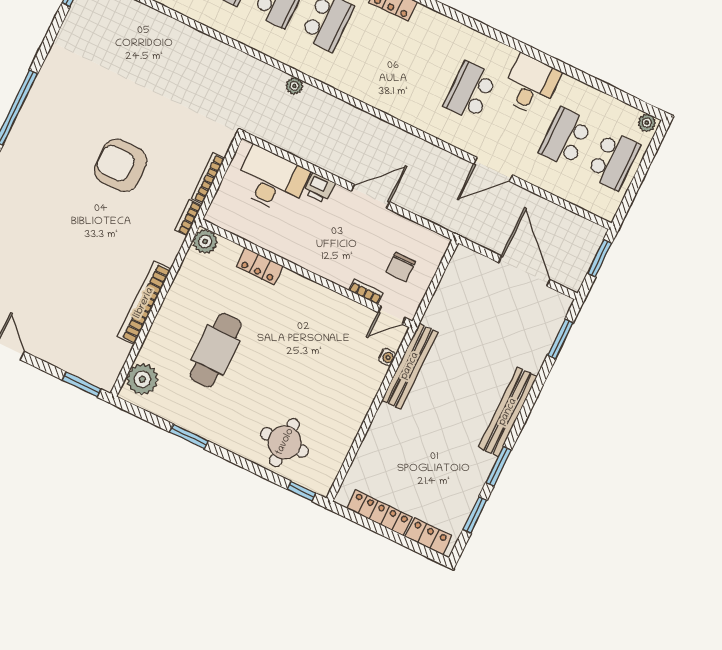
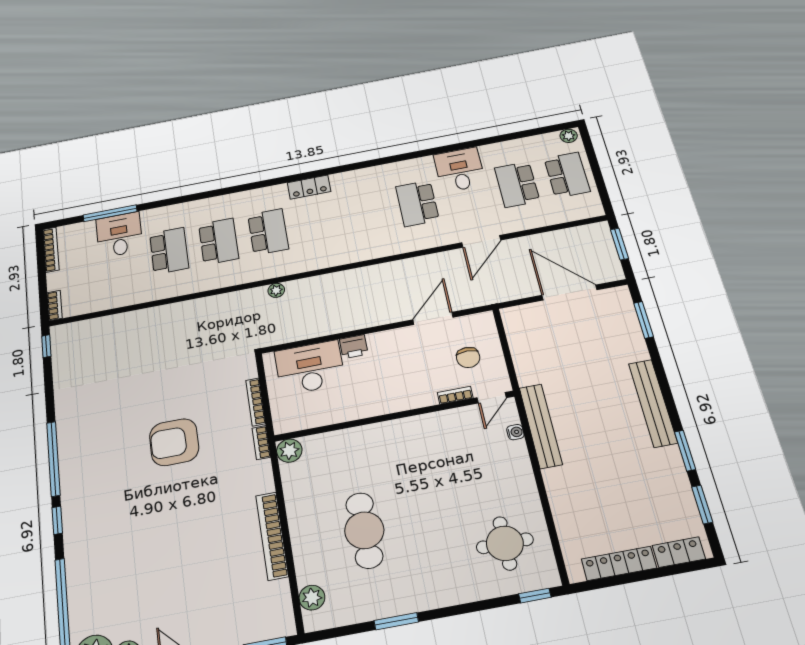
door: (370, 196) -> (433, 318), moved
locker: (260, 266) -> (351, 438), removed
plant: (142, 379) -> (312, 598), width x0.73, depth x0.73
round table: (285, 442) -> (505, 543), moved

